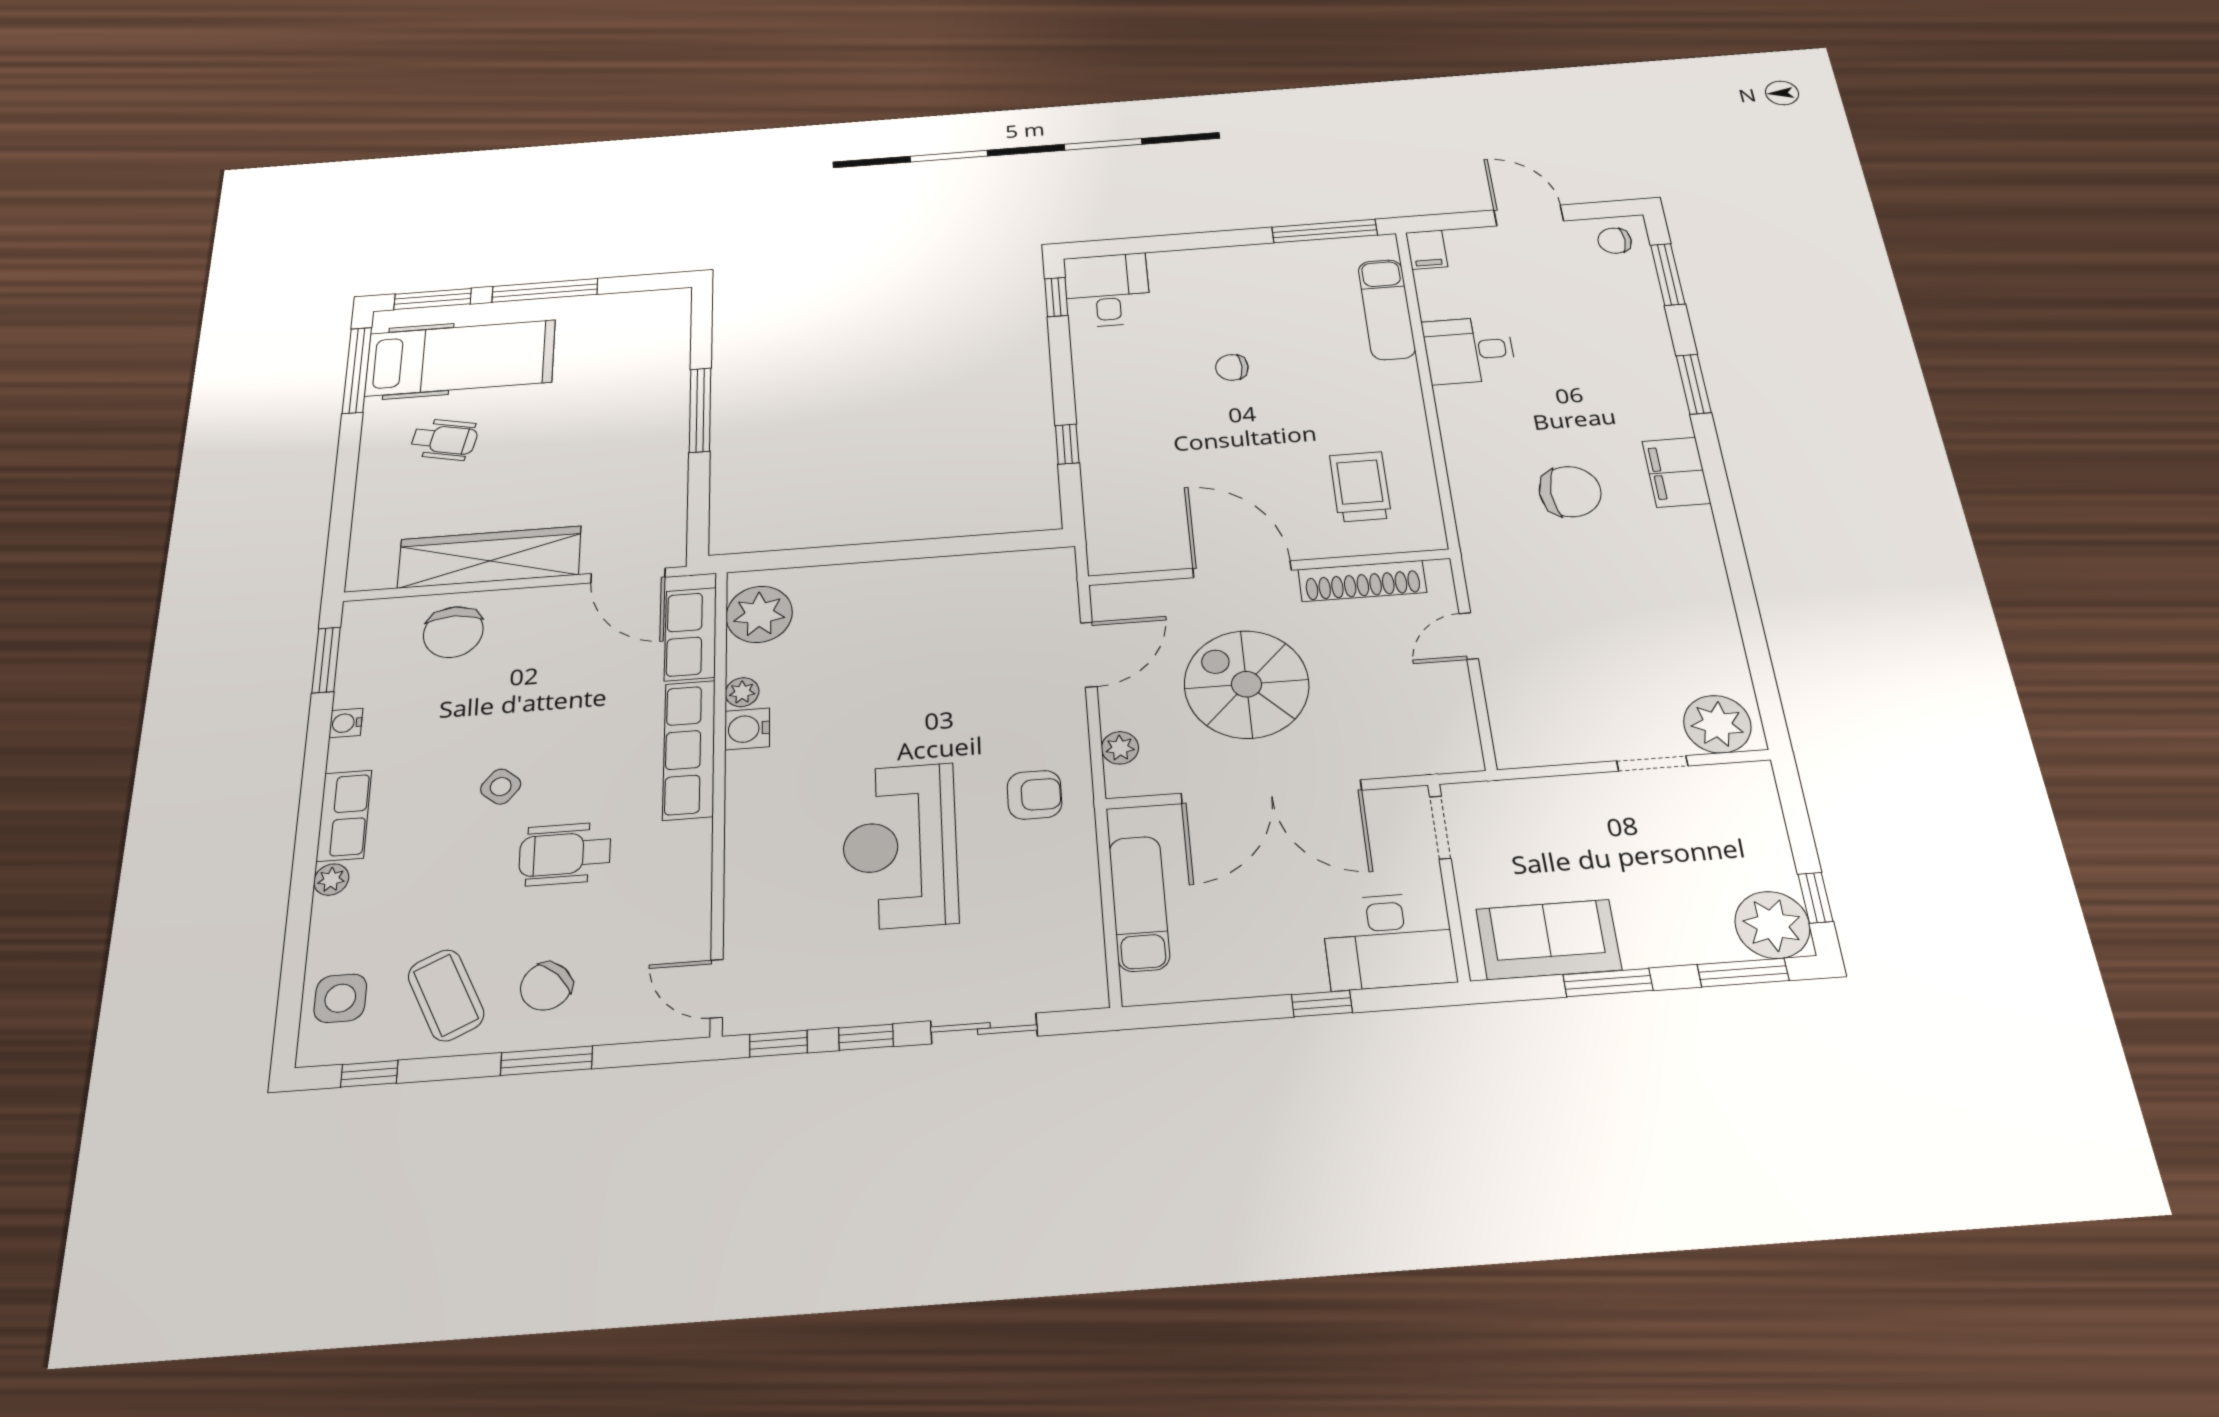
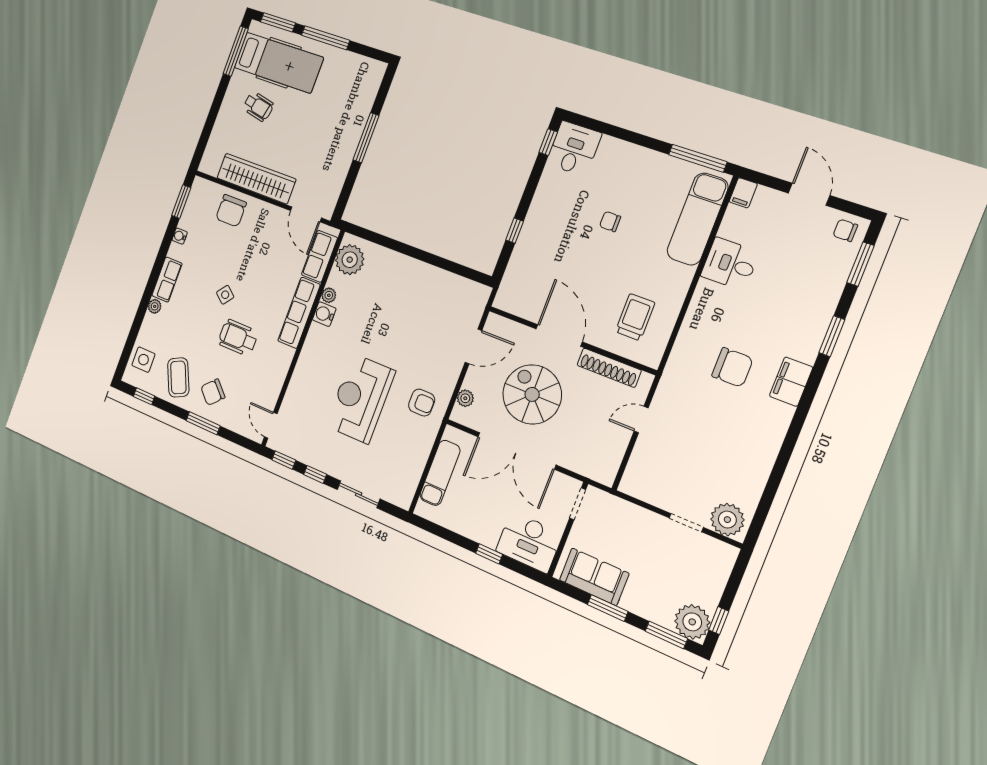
exam couch: (1387, 309) -> (698, 219), width x1.36, depth x1.45

